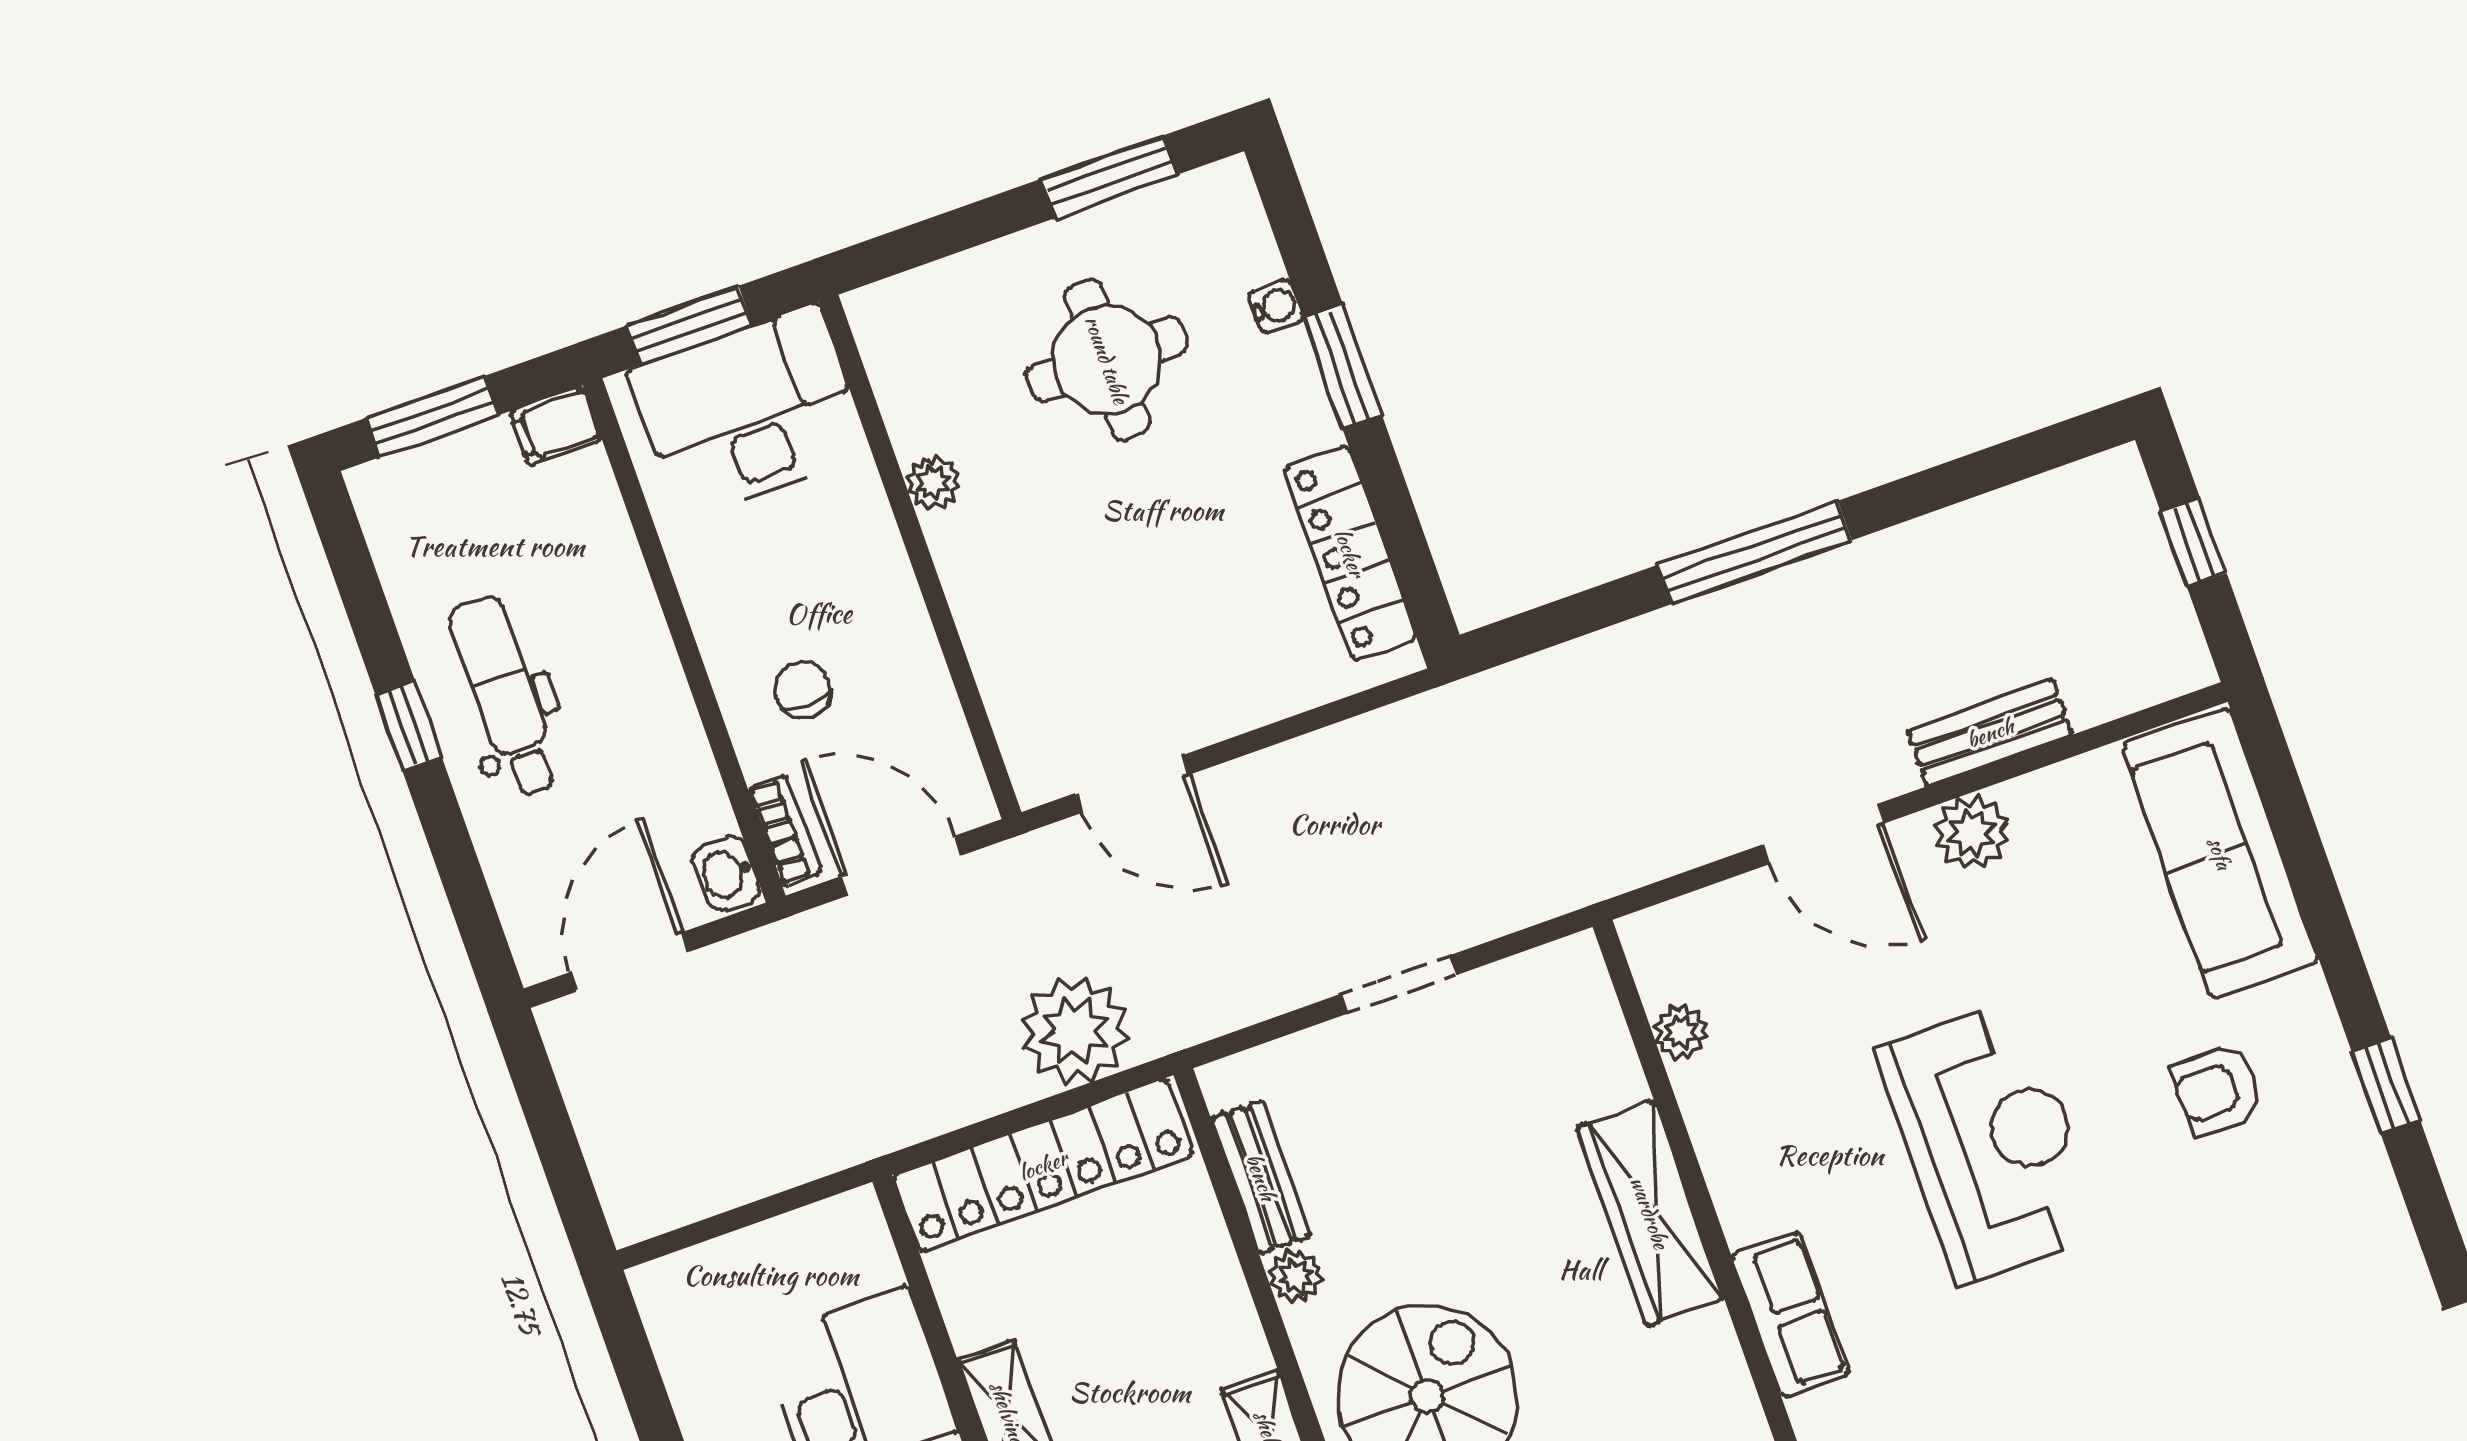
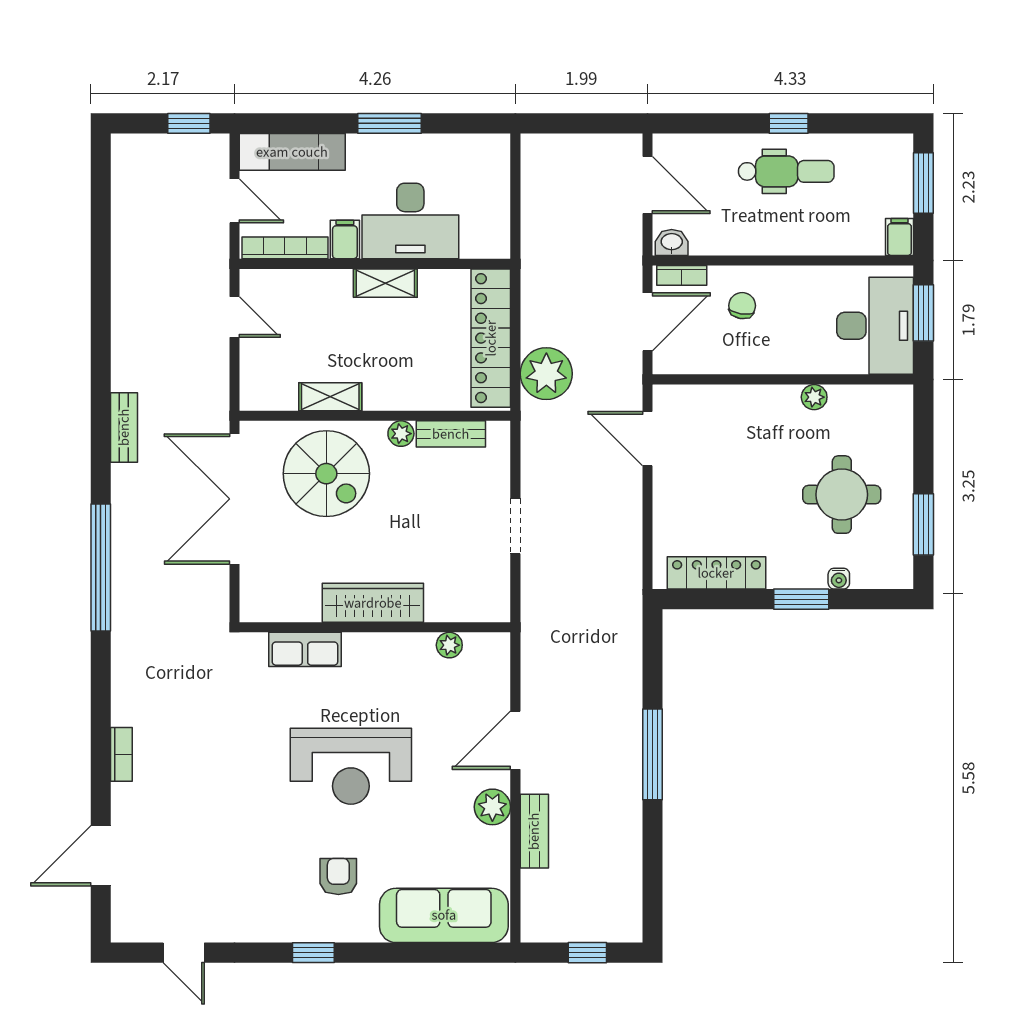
chair: (802, 690) -> (742, 306), turned -81
door: (1132, 784) -> (647, 439), hinge flipped

